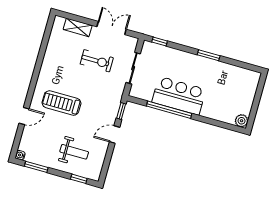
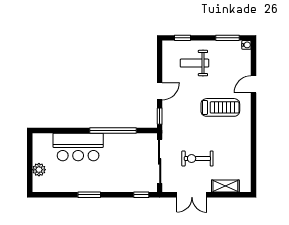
sliding door: (133, 68) -> (160, 161), width x1.37
bar counter: (179, 96) -> (78, 147), moved
plant: (242, 121) -> (39, 170), moved

